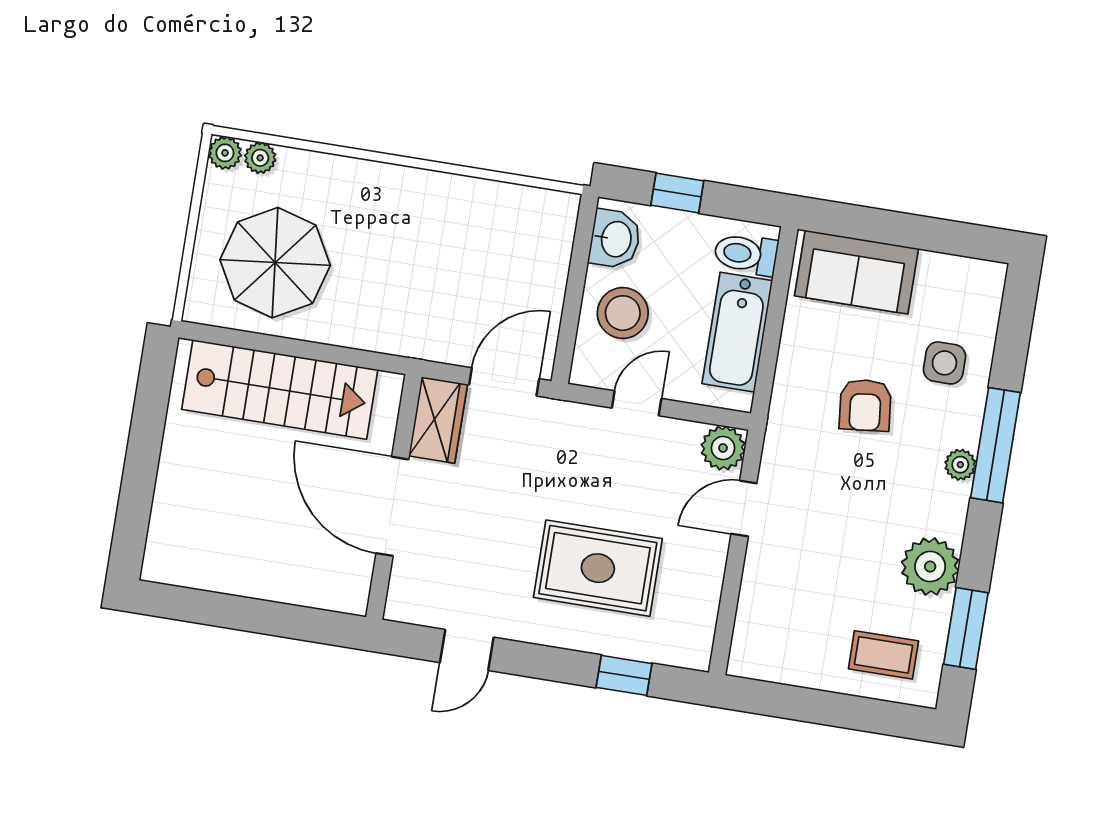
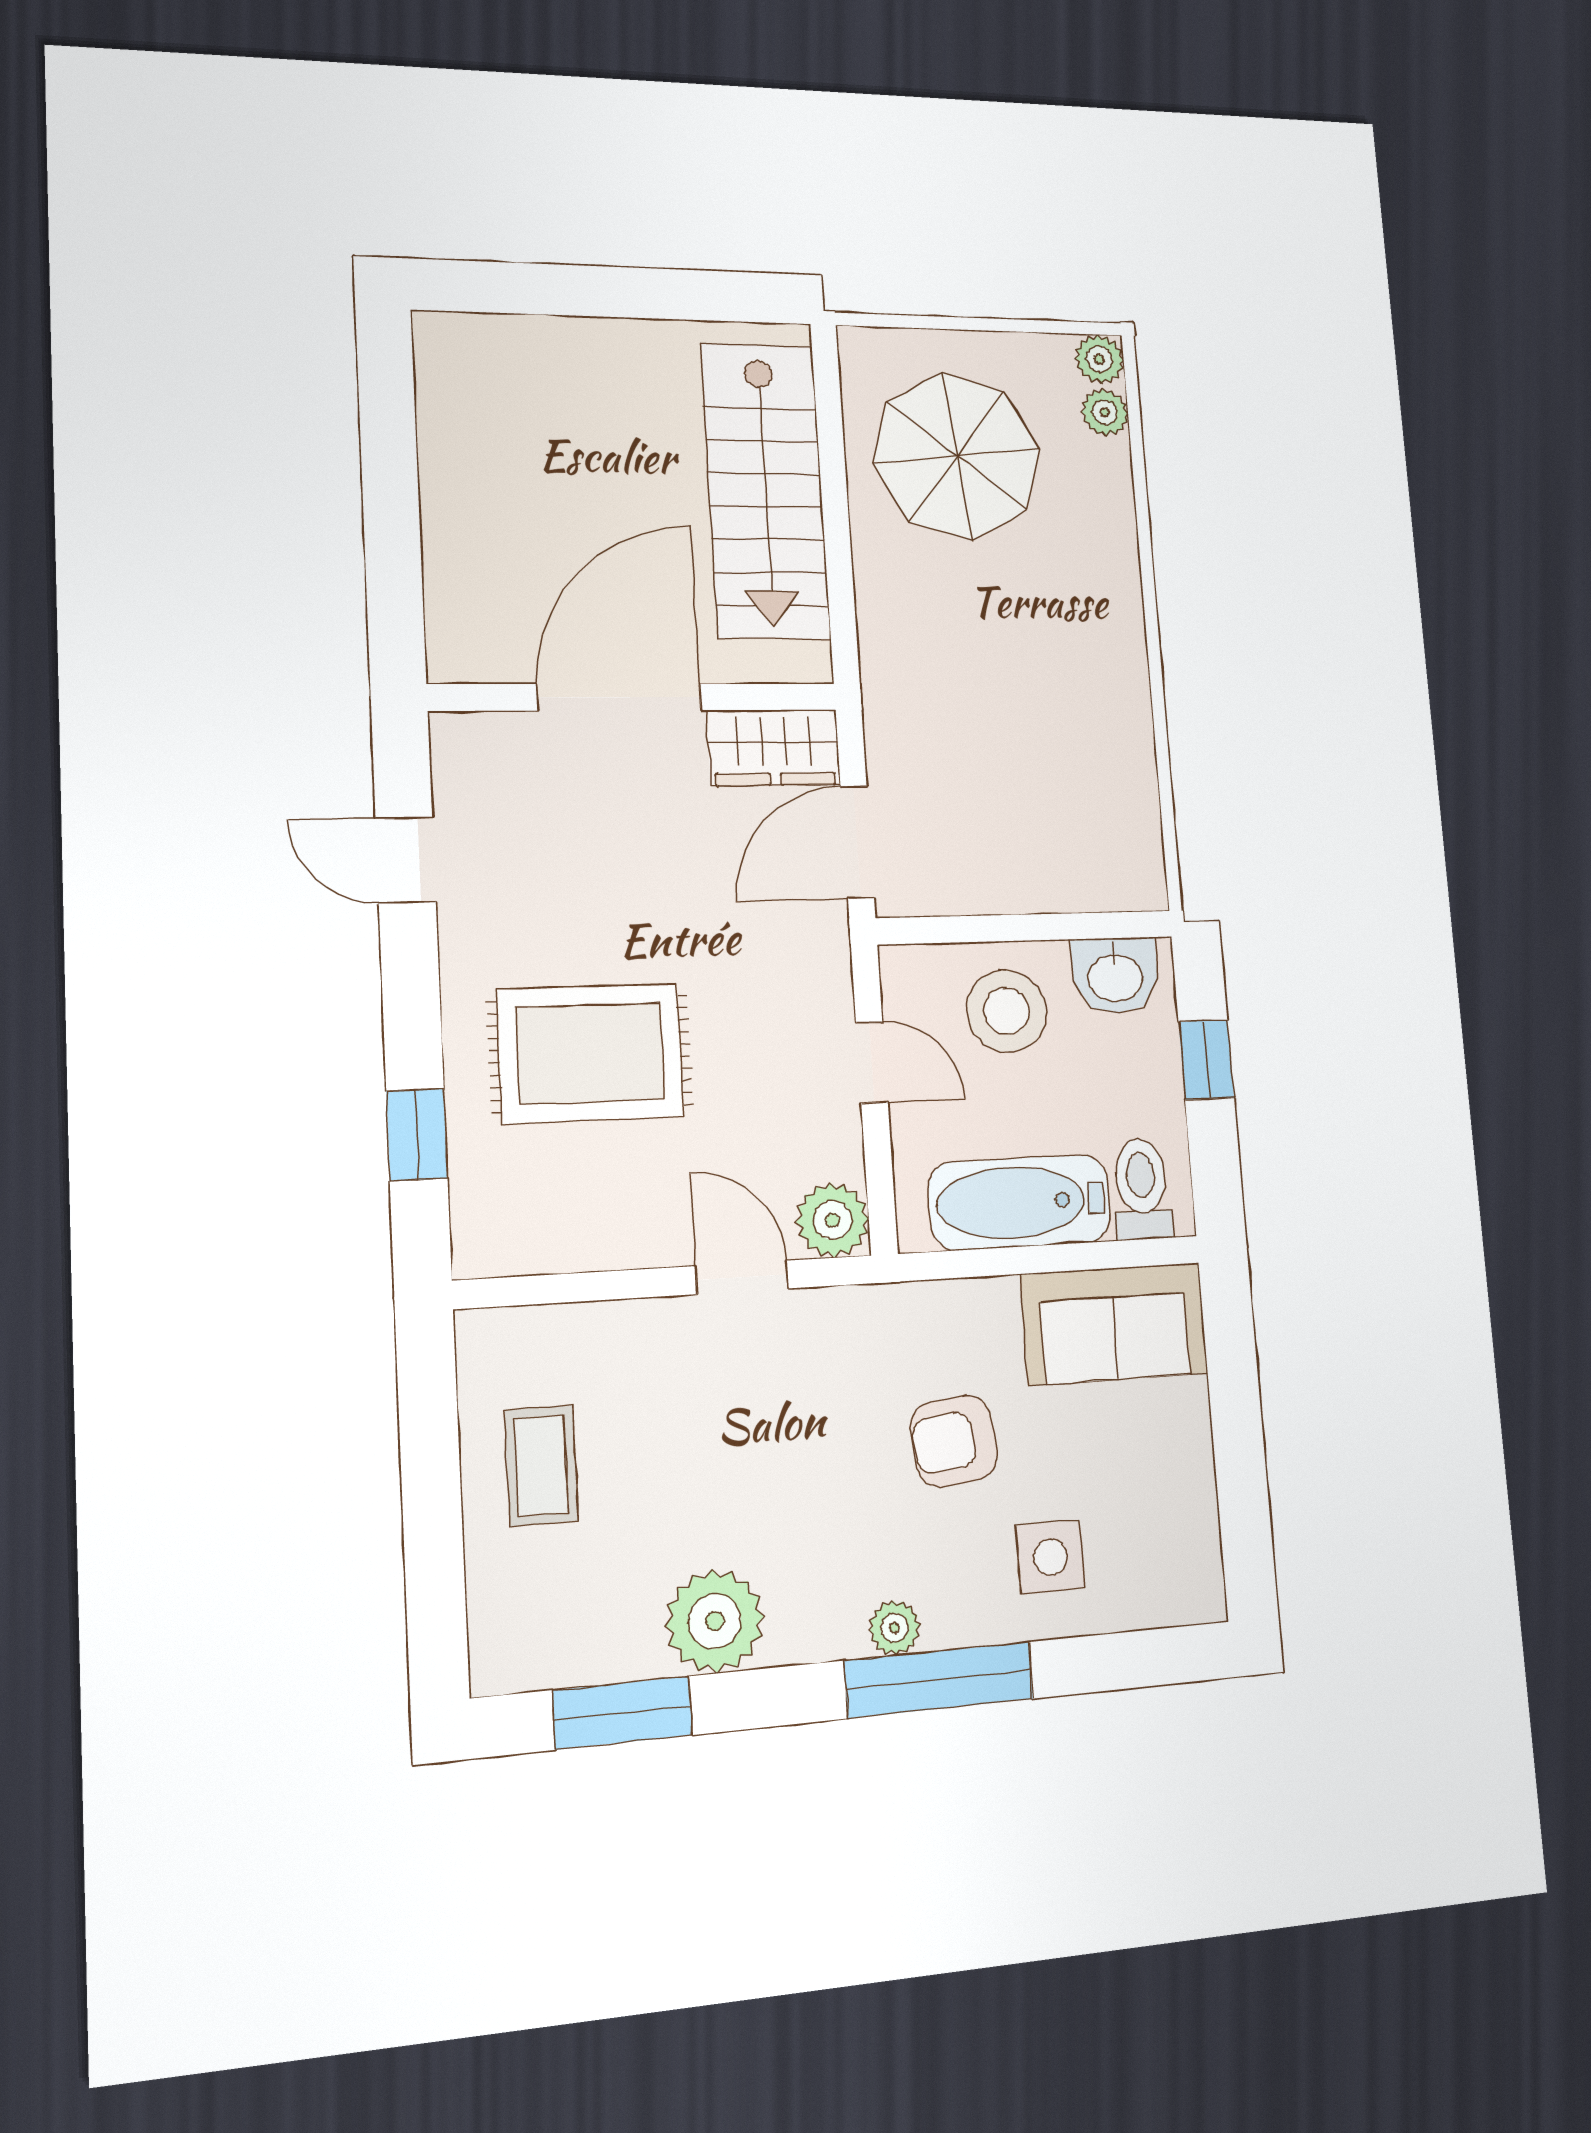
sofa: (857, 272) -> (1114, 1324), moved, turned -90
door: (504, 382) -> (857, 842), swing flipped
rug: (598, 568) -> (590, 1053), turned 90
coffee table: (883, 655) -> (541, 1466), moved

